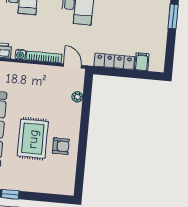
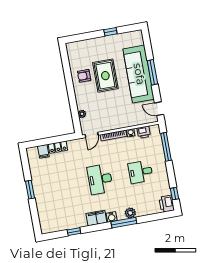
locker: (114, 61) -> (58, 147), width x0.66
door: (72, 66) -> (92, 135), hinge flipped

